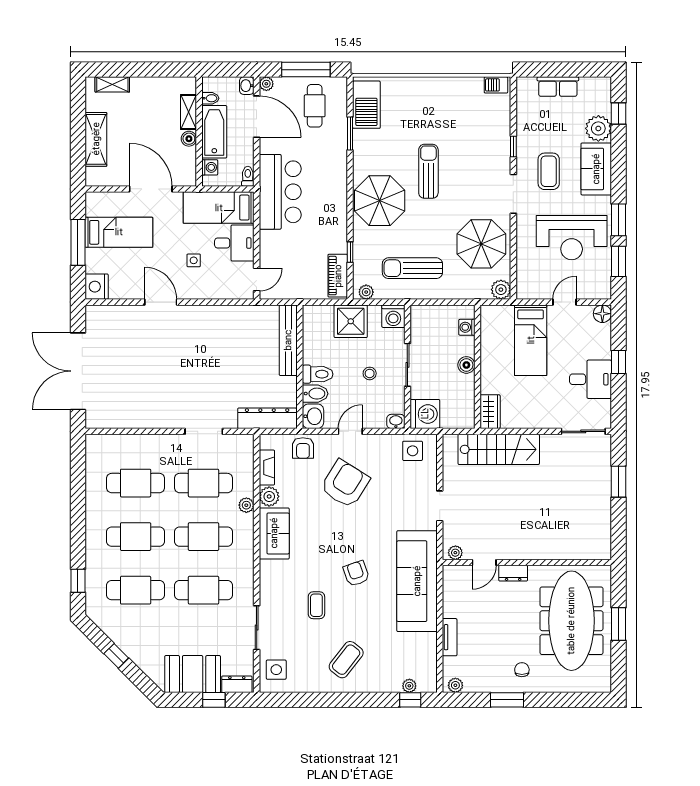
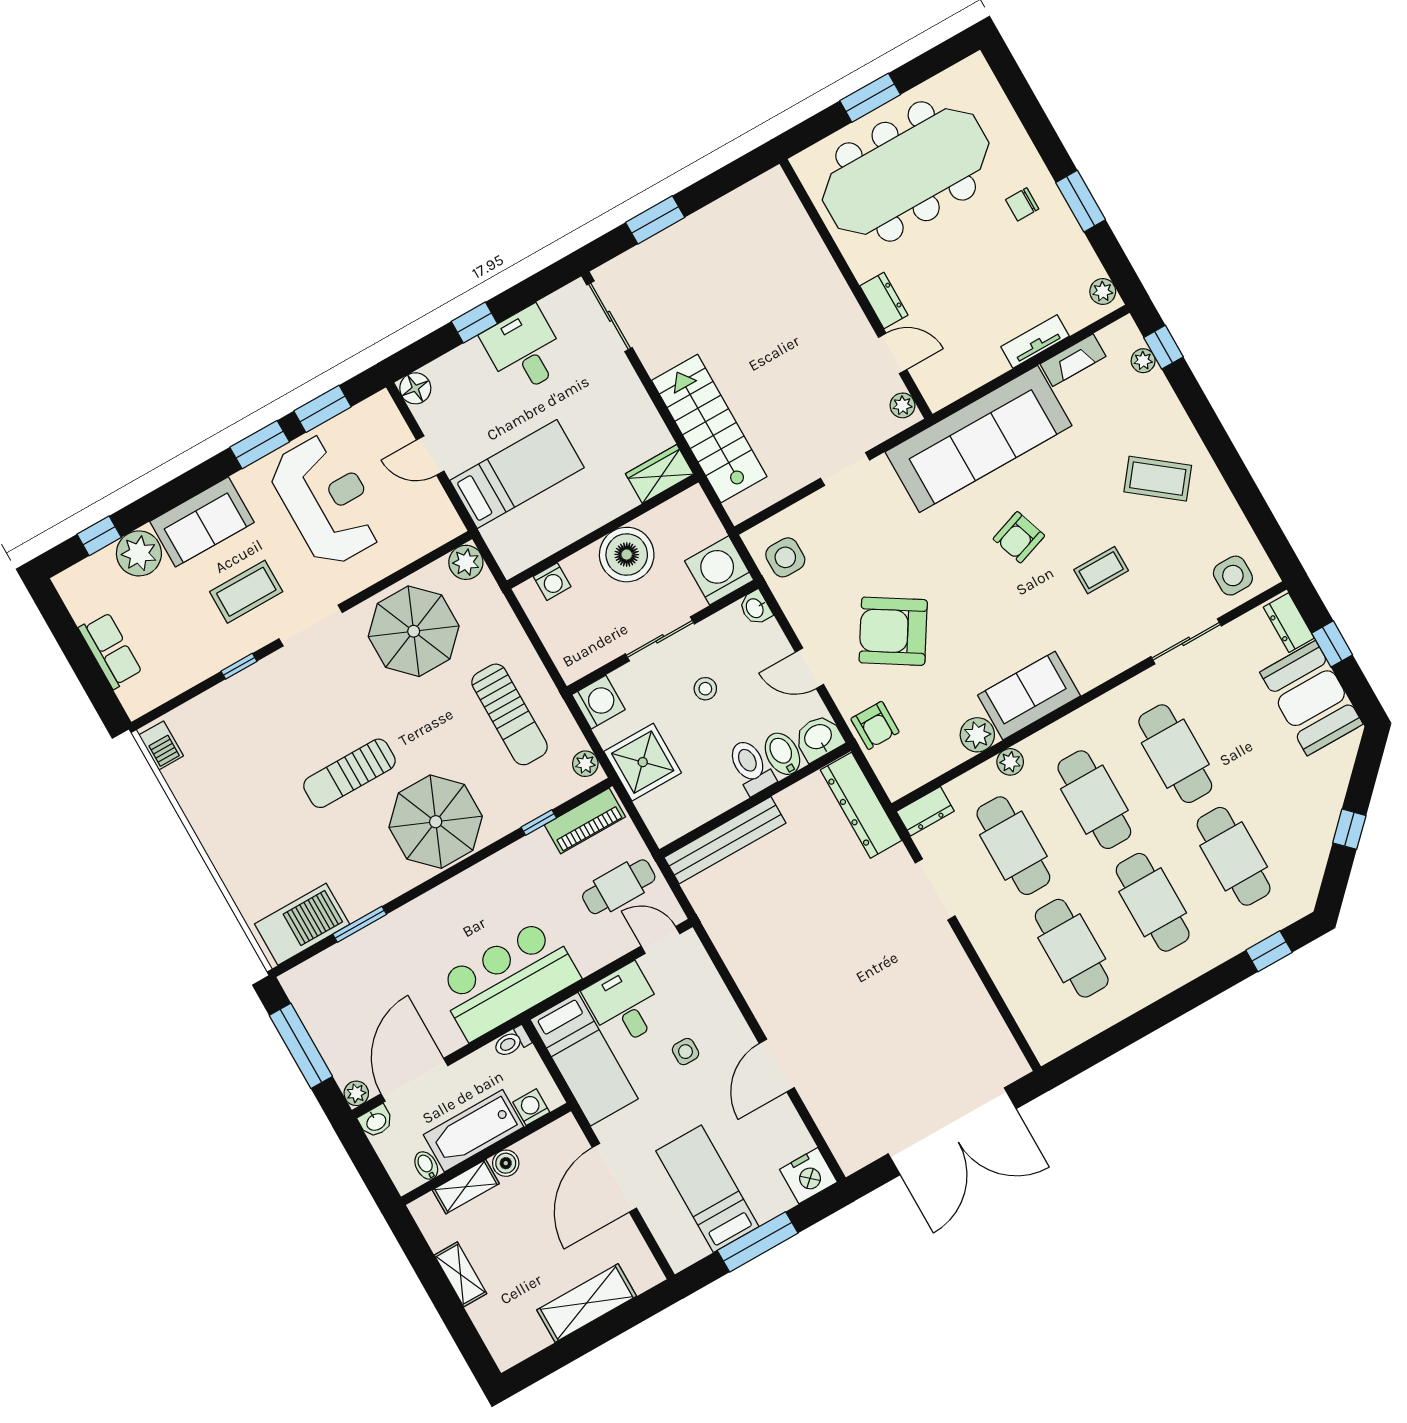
shelving: (112, 84) -> (460, 1274), moved
cafe table: (315, 106) -> (619, 887), moved
boiler: (466, 365) -> (627, 555), width x1.86, depth x1.86
armchair: (303, 448) -> (875, 725), turned 90
dresser: (246, 449) -> (925, 811), added
fireplace: (267, 468) -> (1073, 360), moved, turned 180

